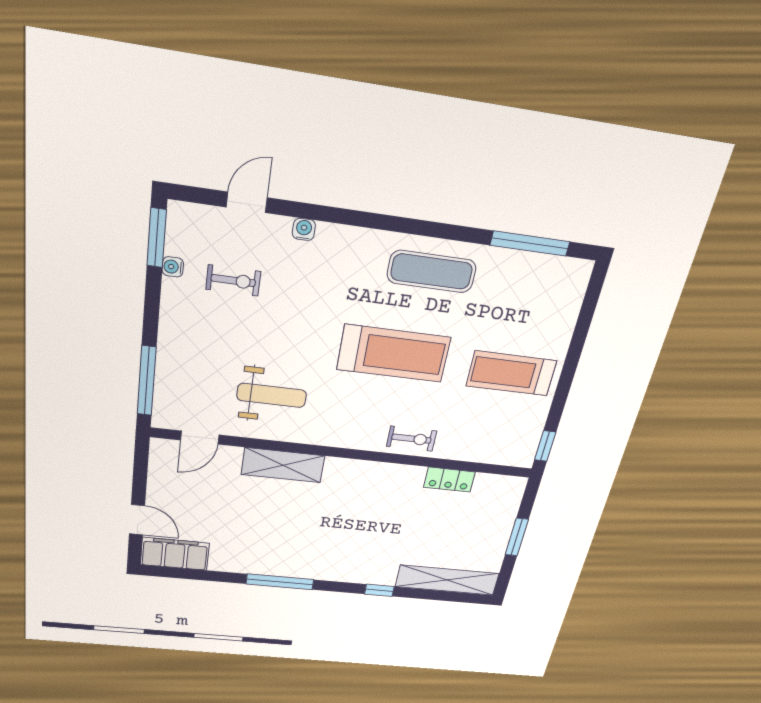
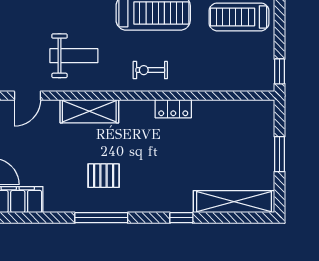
exercise bike: (411, 439) -> (150, 70), moved, turned 180
locker: (449, 480) -> (173, 109), moved
pallet: (290, 539) -> (104, 176), added

